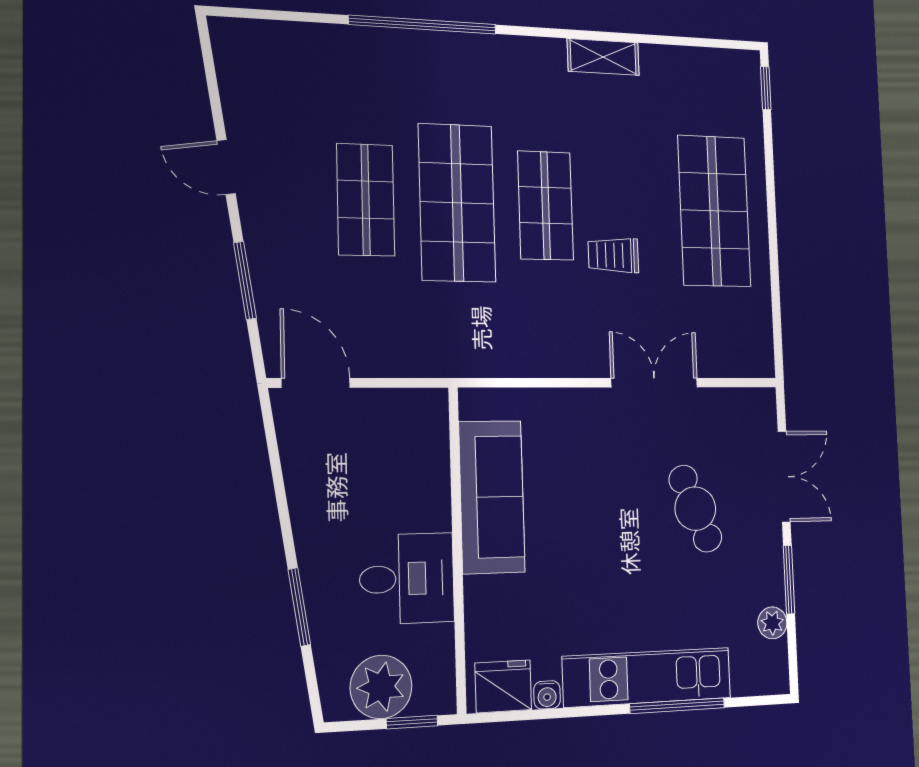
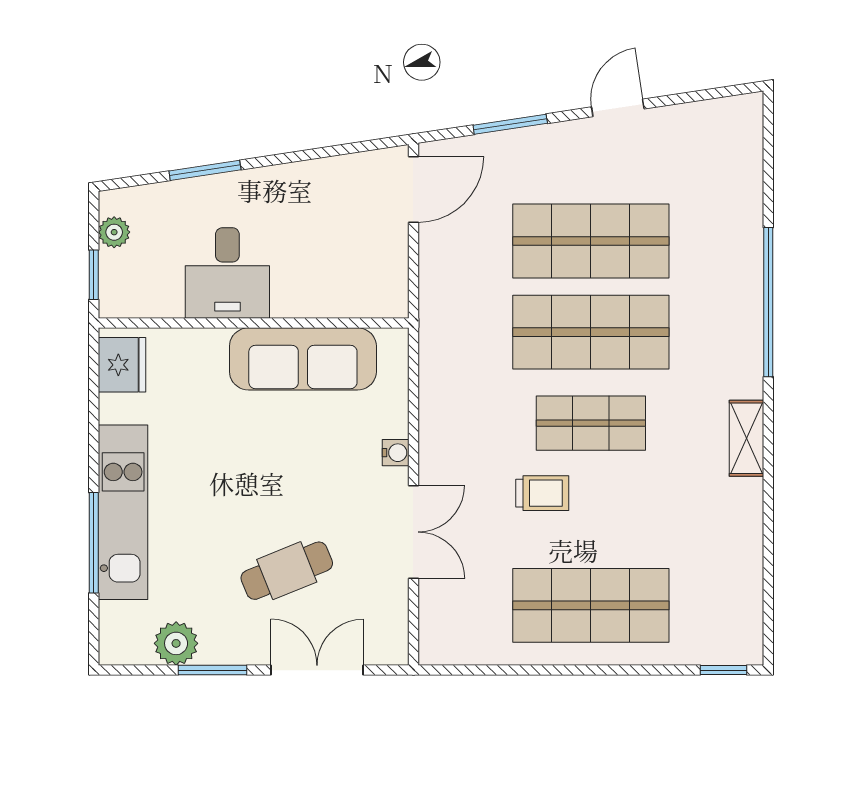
shelving: (603, 57) -> (746, 438), moved
shop shelf: (366, 200) -> (591, 241), width x1.43, depth x1.36
trolley: (613, 255) -> (542, 493), turned 90
double door: (784, 477) -> (317, 670), swing flipped
plant: (772, 623) -> (176, 643), width x1.38, depth x1.38
plant: (381, 687) -> (114, 232), width x0.53, depth x0.53
water cooler: (547, 695) -> (396, 453), moved, turned 180

